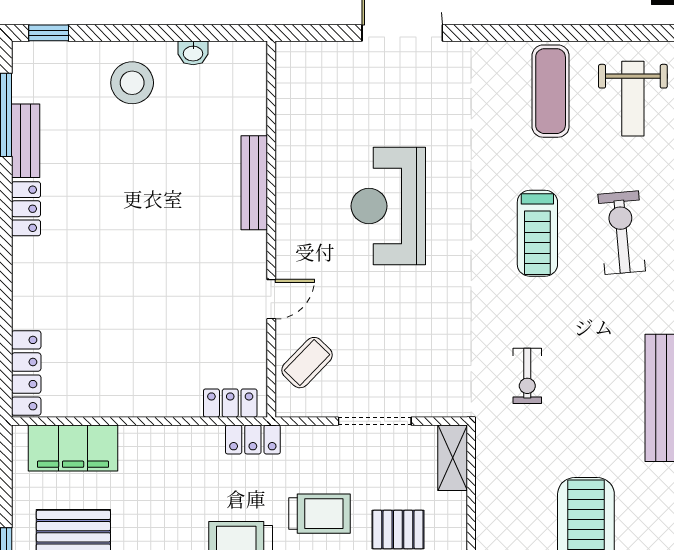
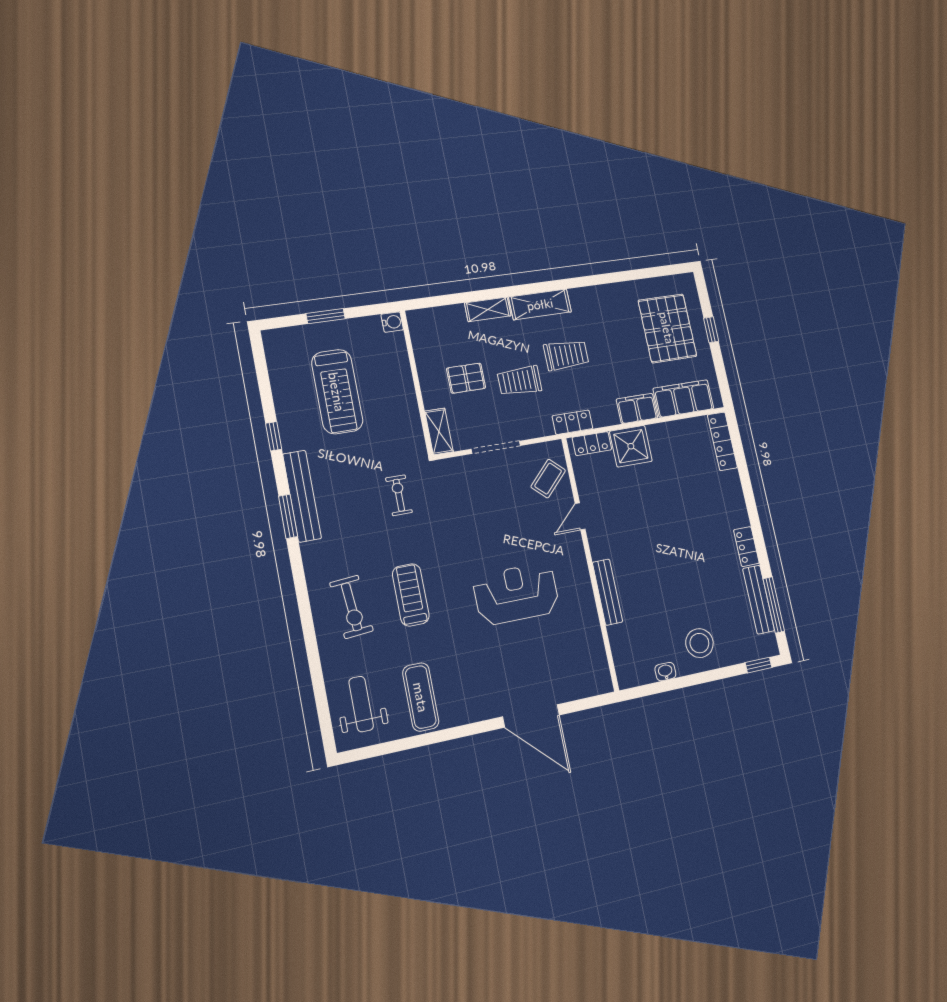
bench: (26, 141) -> (759, 600), width x1.36
reception desk: (388, 206) -> (516, 594), turned -90
shower: (171, 389) -> (631, 446), added
filing cabinet: (149, 444) -> (637, 408), added

